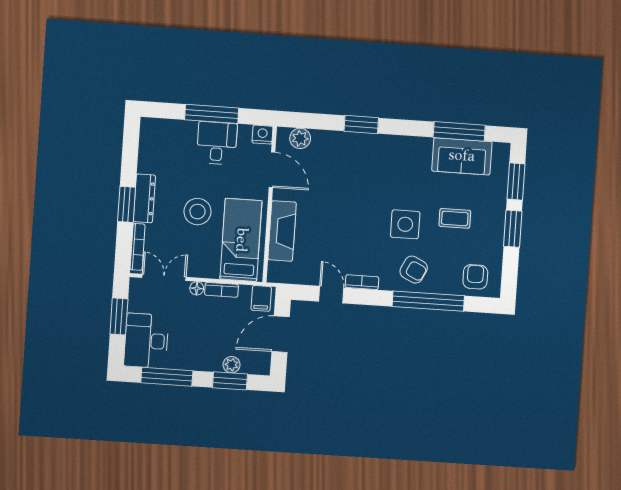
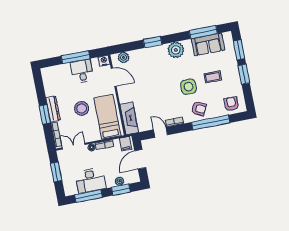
plant: (400, 150) -> (176, 50), added
fireplace: (282, 231) -> (129, 118), moved
desk: (146, 341) -> (91, 180), moved, turned -90

